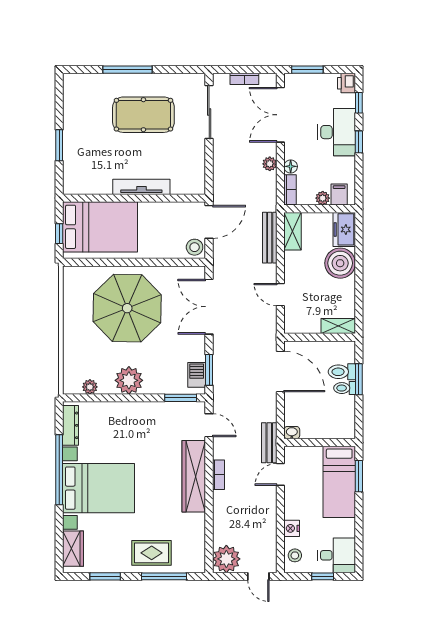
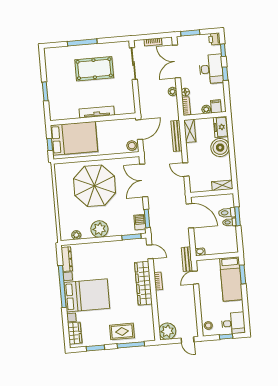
nightstand: (292, 528) -> (205, 309), removed

